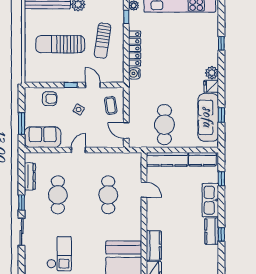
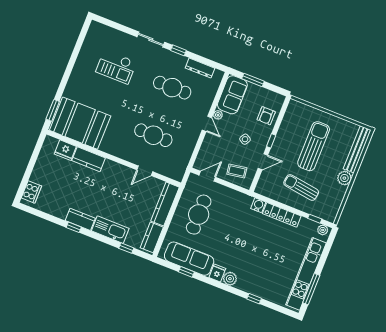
cafe table: (164, 125) -> (199, 215), turned 90
plant: (66, 143) -> (218, 115), added

